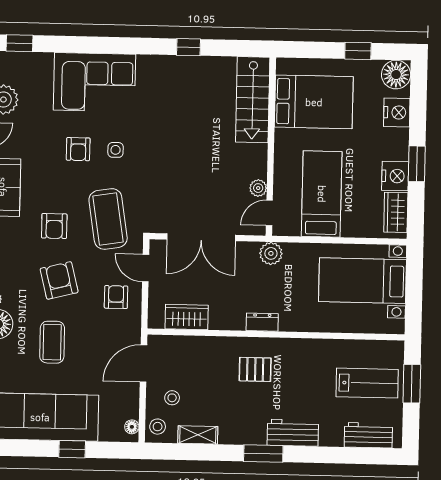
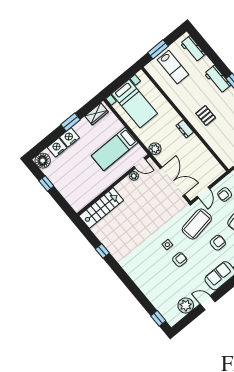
corner sofa: (95, 82) -> (148, 276), removed
bed: (314, 102) -> (81, 183), removed
nightstand: (395, 176) -> (69, 137), moved
wardrobe: (187, 317) -> (208, 160), removed
lab bench: (367, 383) -> (173, 67), turned 180

